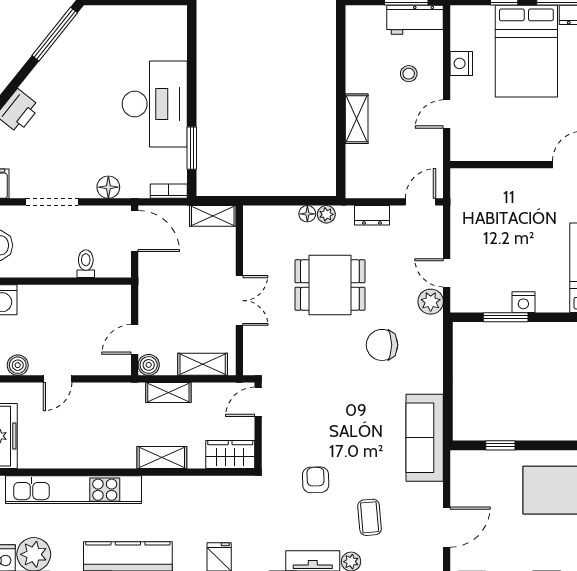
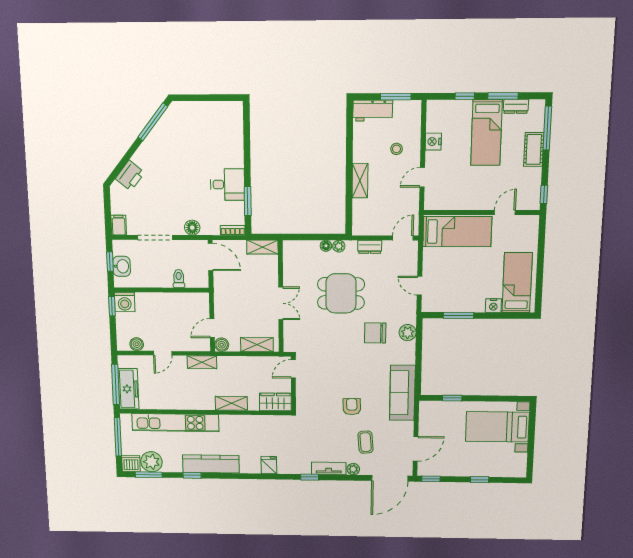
workbench: (415, 20) -> (373, 111), moved
bed: (526, 51) -> (486, 133), width x0.67
desk: (155, 104) -> (227, 185), width x0.53, depth x0.77
bed: (500, 192) -> (457, 232), added
plant: (431, 302) -> (408, 333), moved
nightstand: (523, 302) -> (493, 306), moved
shelving: (168, 393) -> (202, 362), moved
armchair: (316, 480) -> (352, 407), moved

